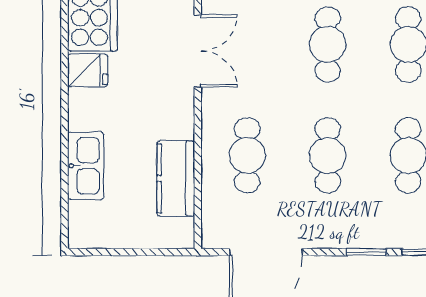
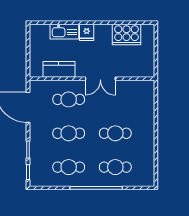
double door: (198, 51) -> (100, 79), moved
fridge: (88, 70) -> (87, 32), moved

